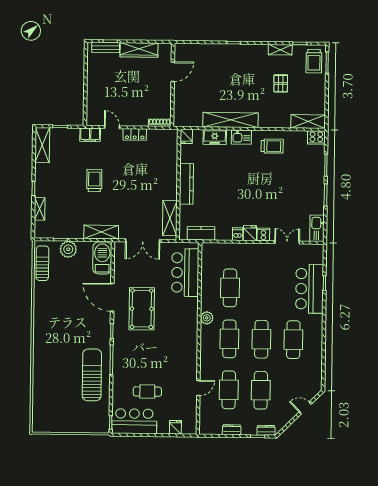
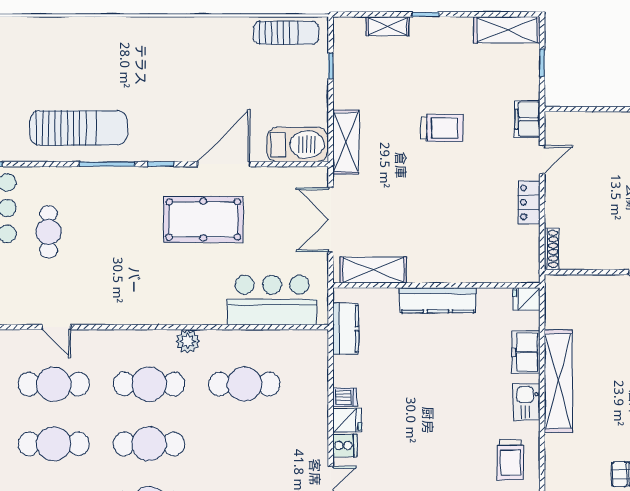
plant: (68, 249) -> (313, 81), removed

